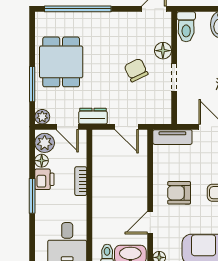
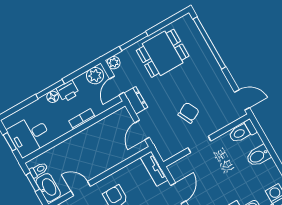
floor lamp: (163, 51) -> (215, 125), removed
floor lamp: (42, 161) -> (53, 97), moved

